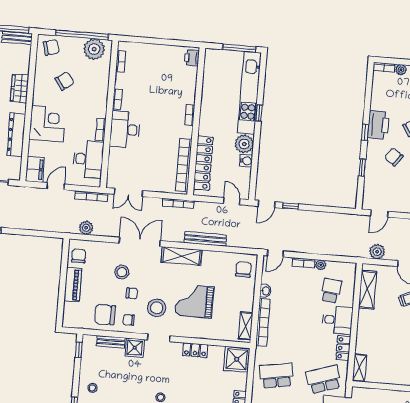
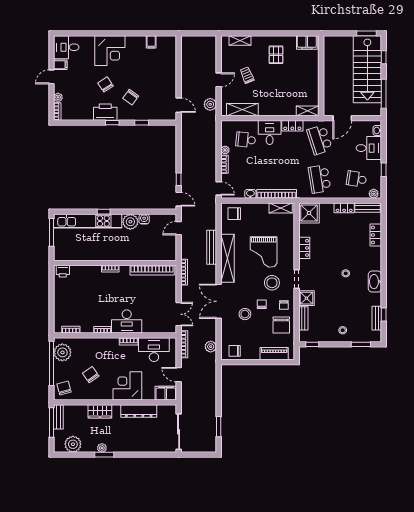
locker: (203, 163) -> (149, 254), removed
shelving: (181, 256) -> (227, 258), width x1.47
piano: (73, 285) -> (274, 354), moved

